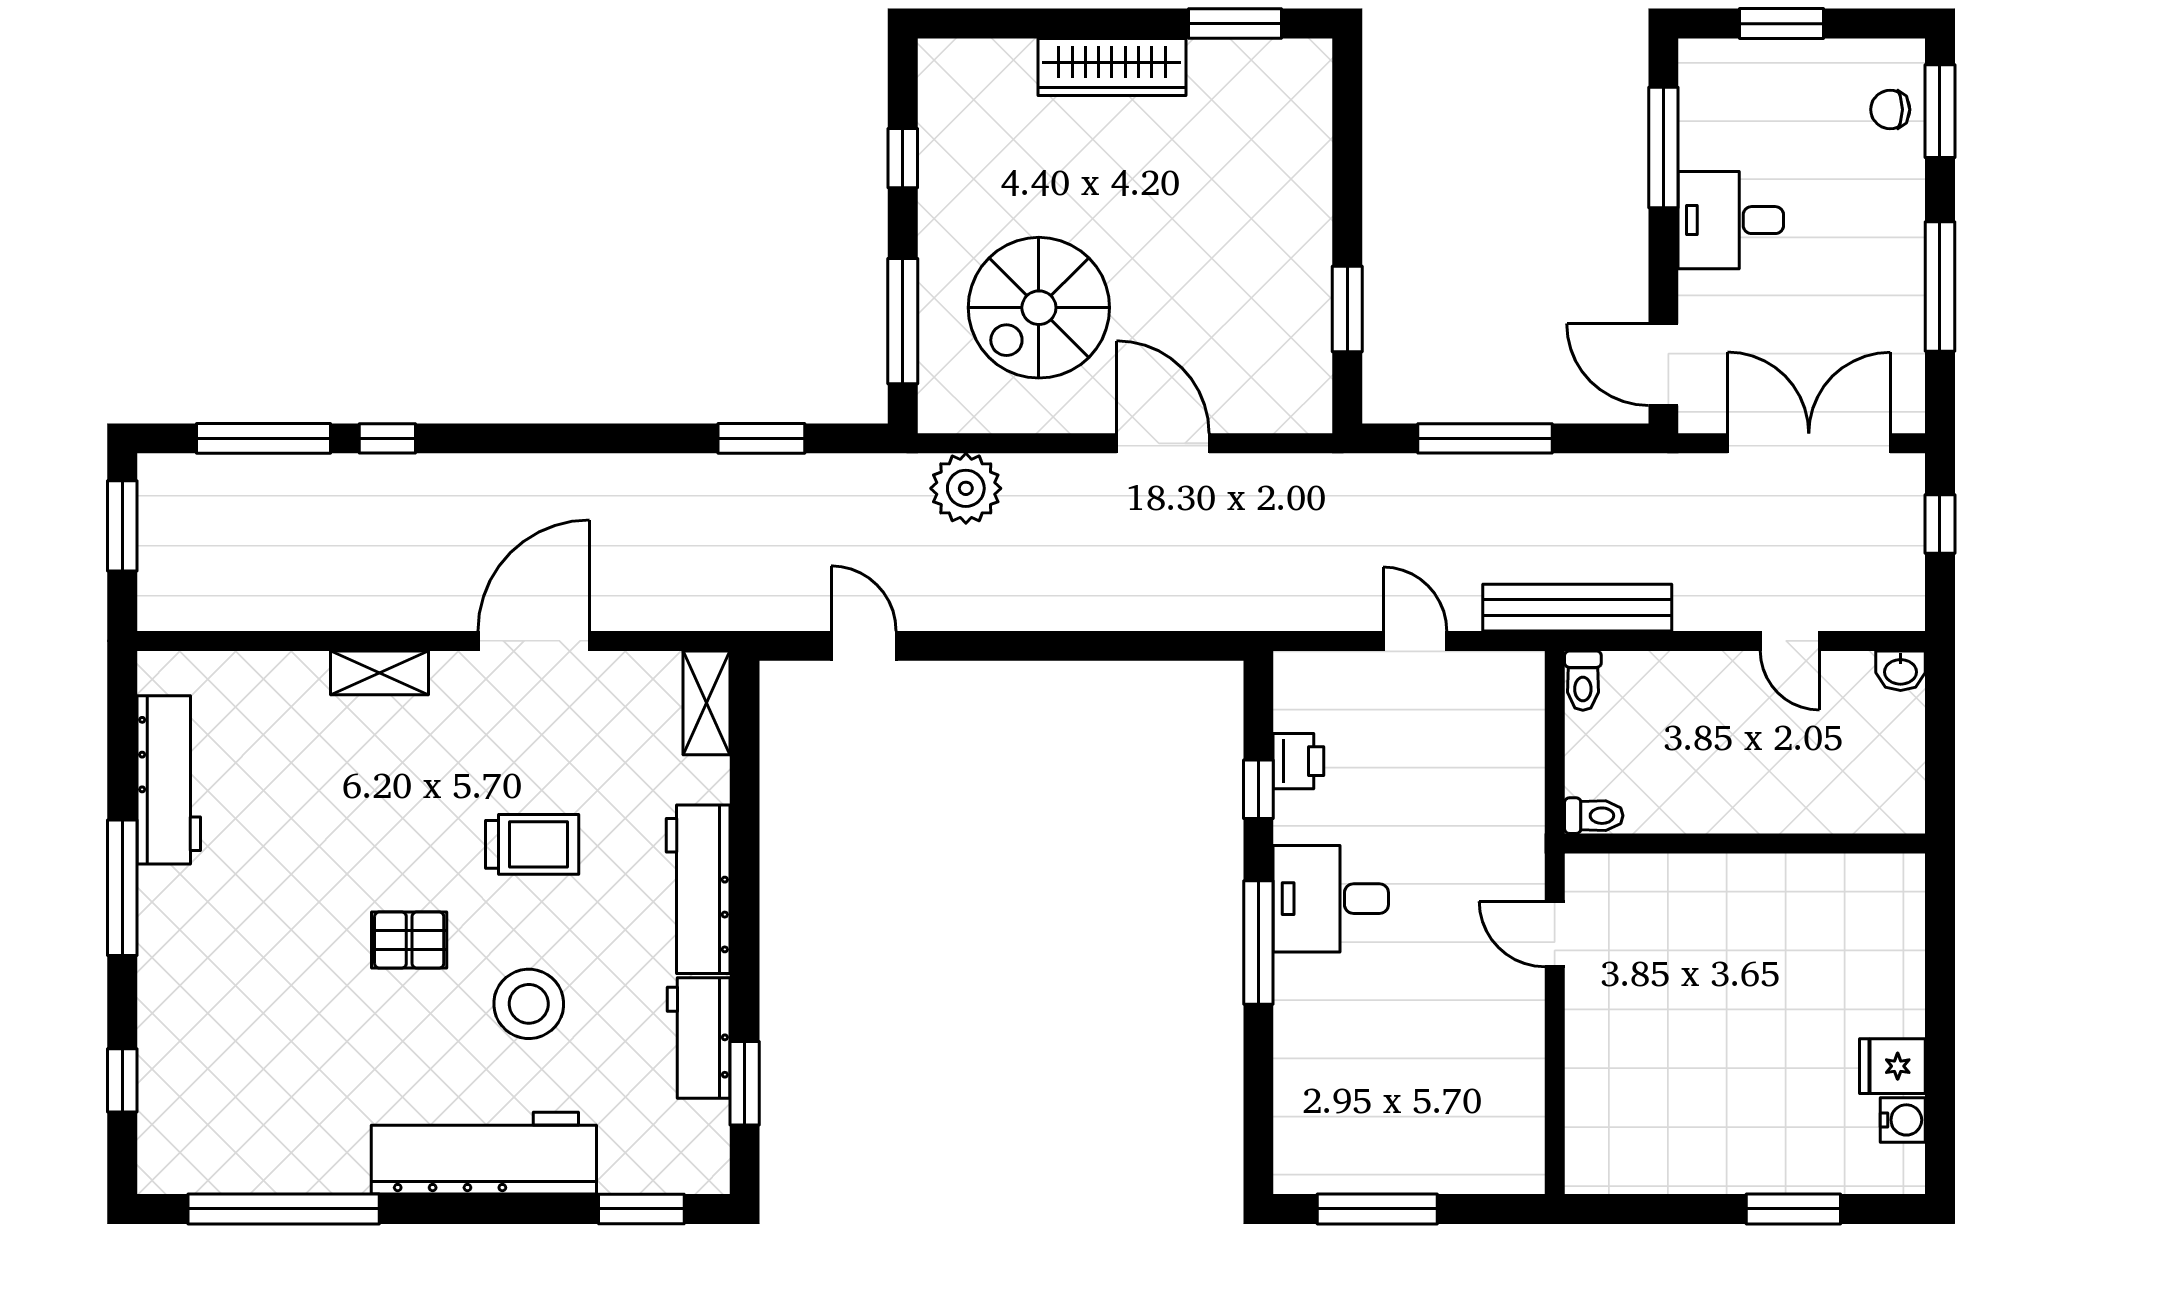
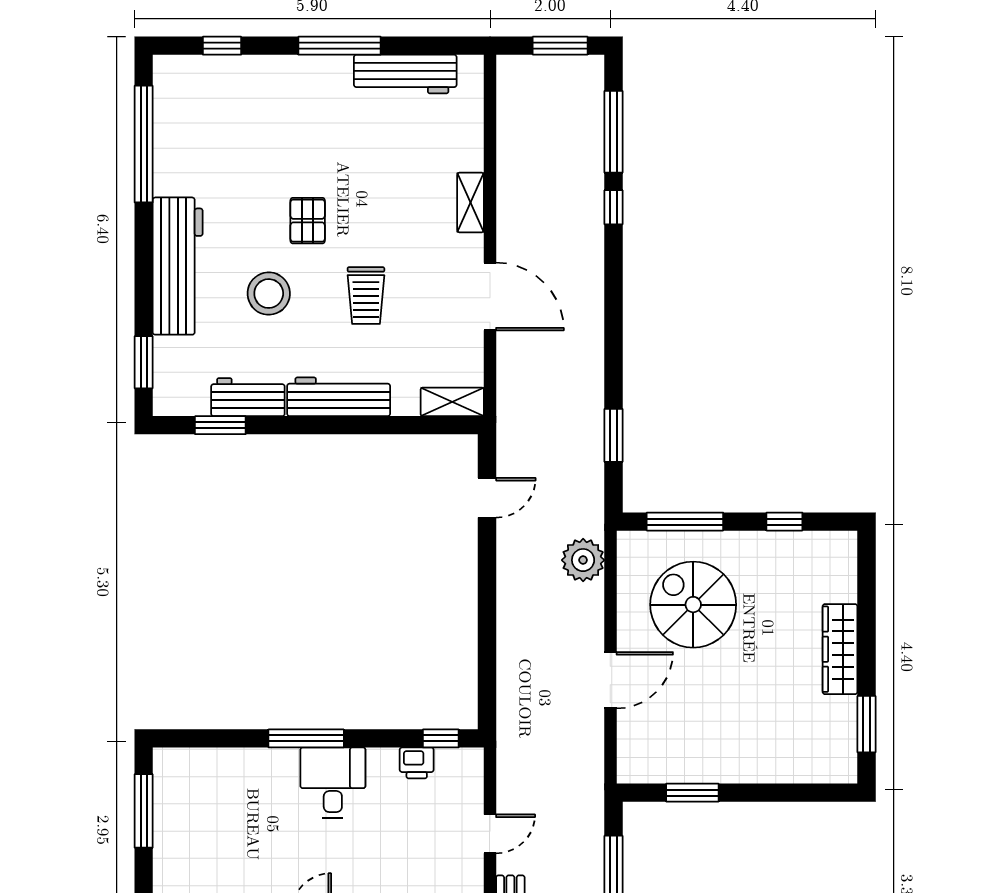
window: (1258, 789) -> (441, 738), moved

